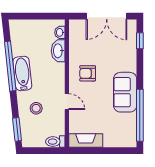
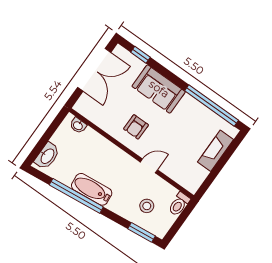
washbasin: (58, 51) -> (47, 156), moved, turned -90
sofa: (125, 92) -> (159, 89), moved
stool: (36, 108) -> (147, 206), moved
fireplace: (86, 140) -> (216, 151), moved

